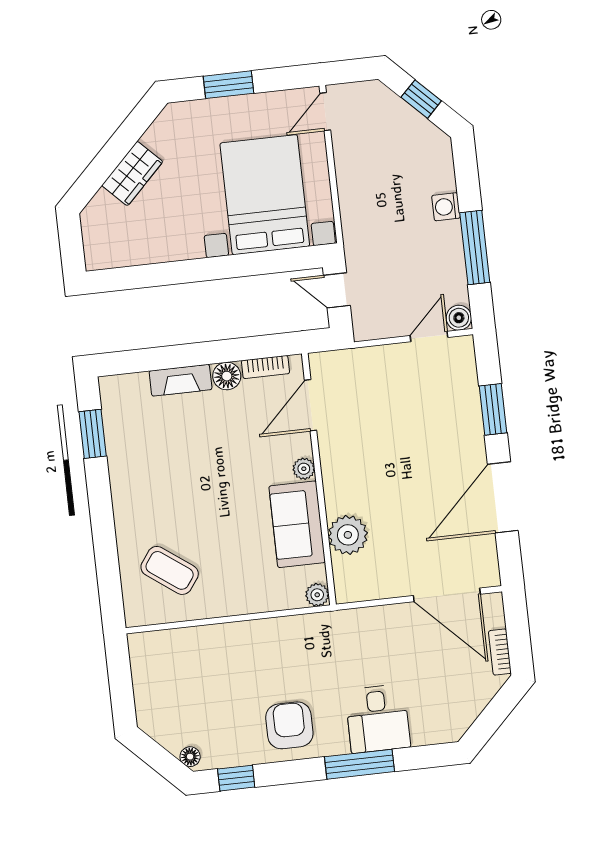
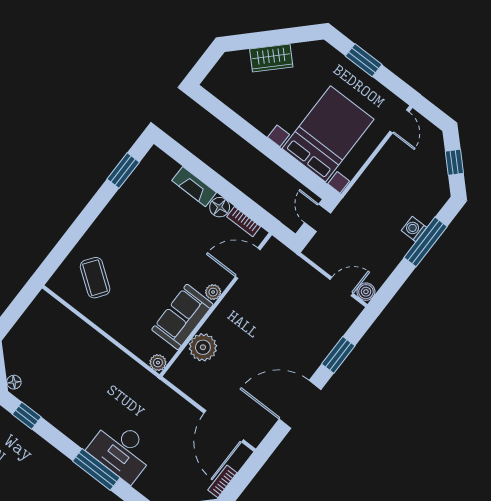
door: (325, 112) -> (399, 121), swing flipped
window: (475, 247) -> (426, 242), moved
desk: (378, 719) -> (122, 450), width x1.37
armchair: (289, 725) -> (80, 415), removed

